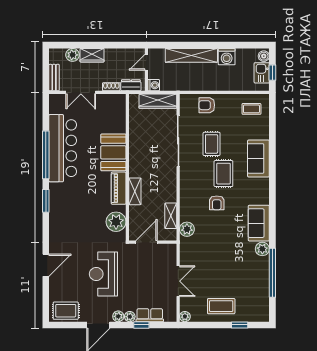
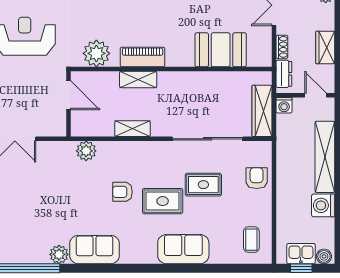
wardrobe: (92, 55) -> (325, 47), moved
booth: (113, 152) -> (221, 50), moved
shelving: (171, 216) -> (132, 129), moved

